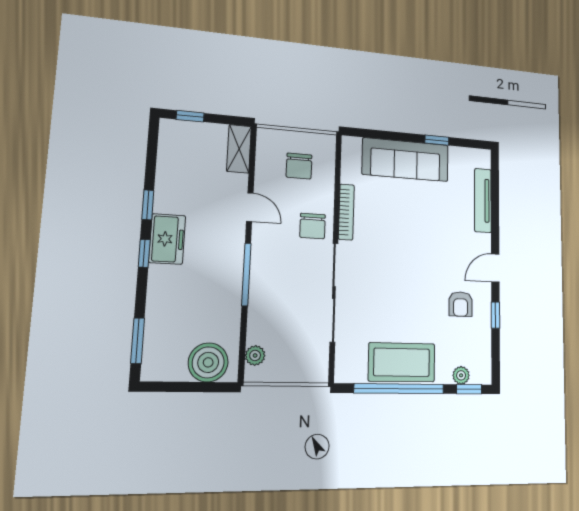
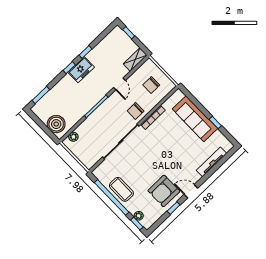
armchair: (461, 304) -> (164, 191), width x1.88, depth x1.88
coffee table: (402, 362) -> (121, 189), width x0.73, depth x0.76

